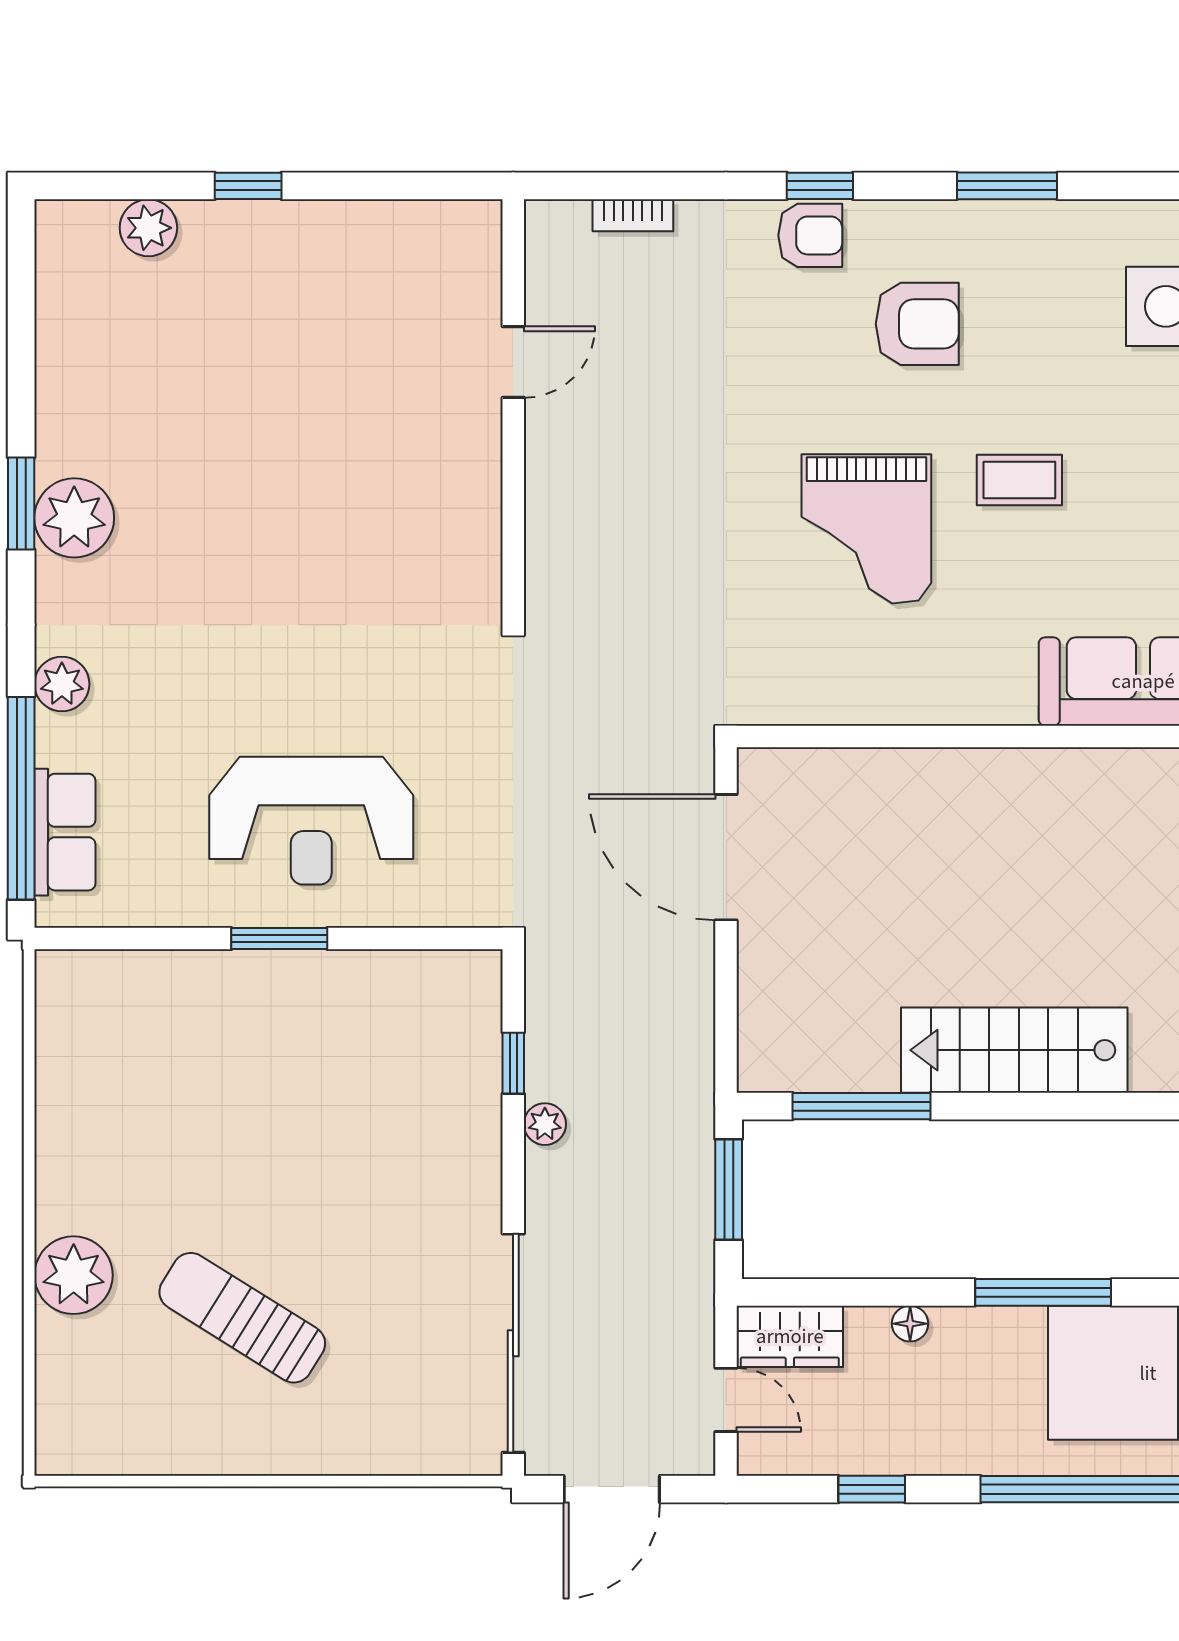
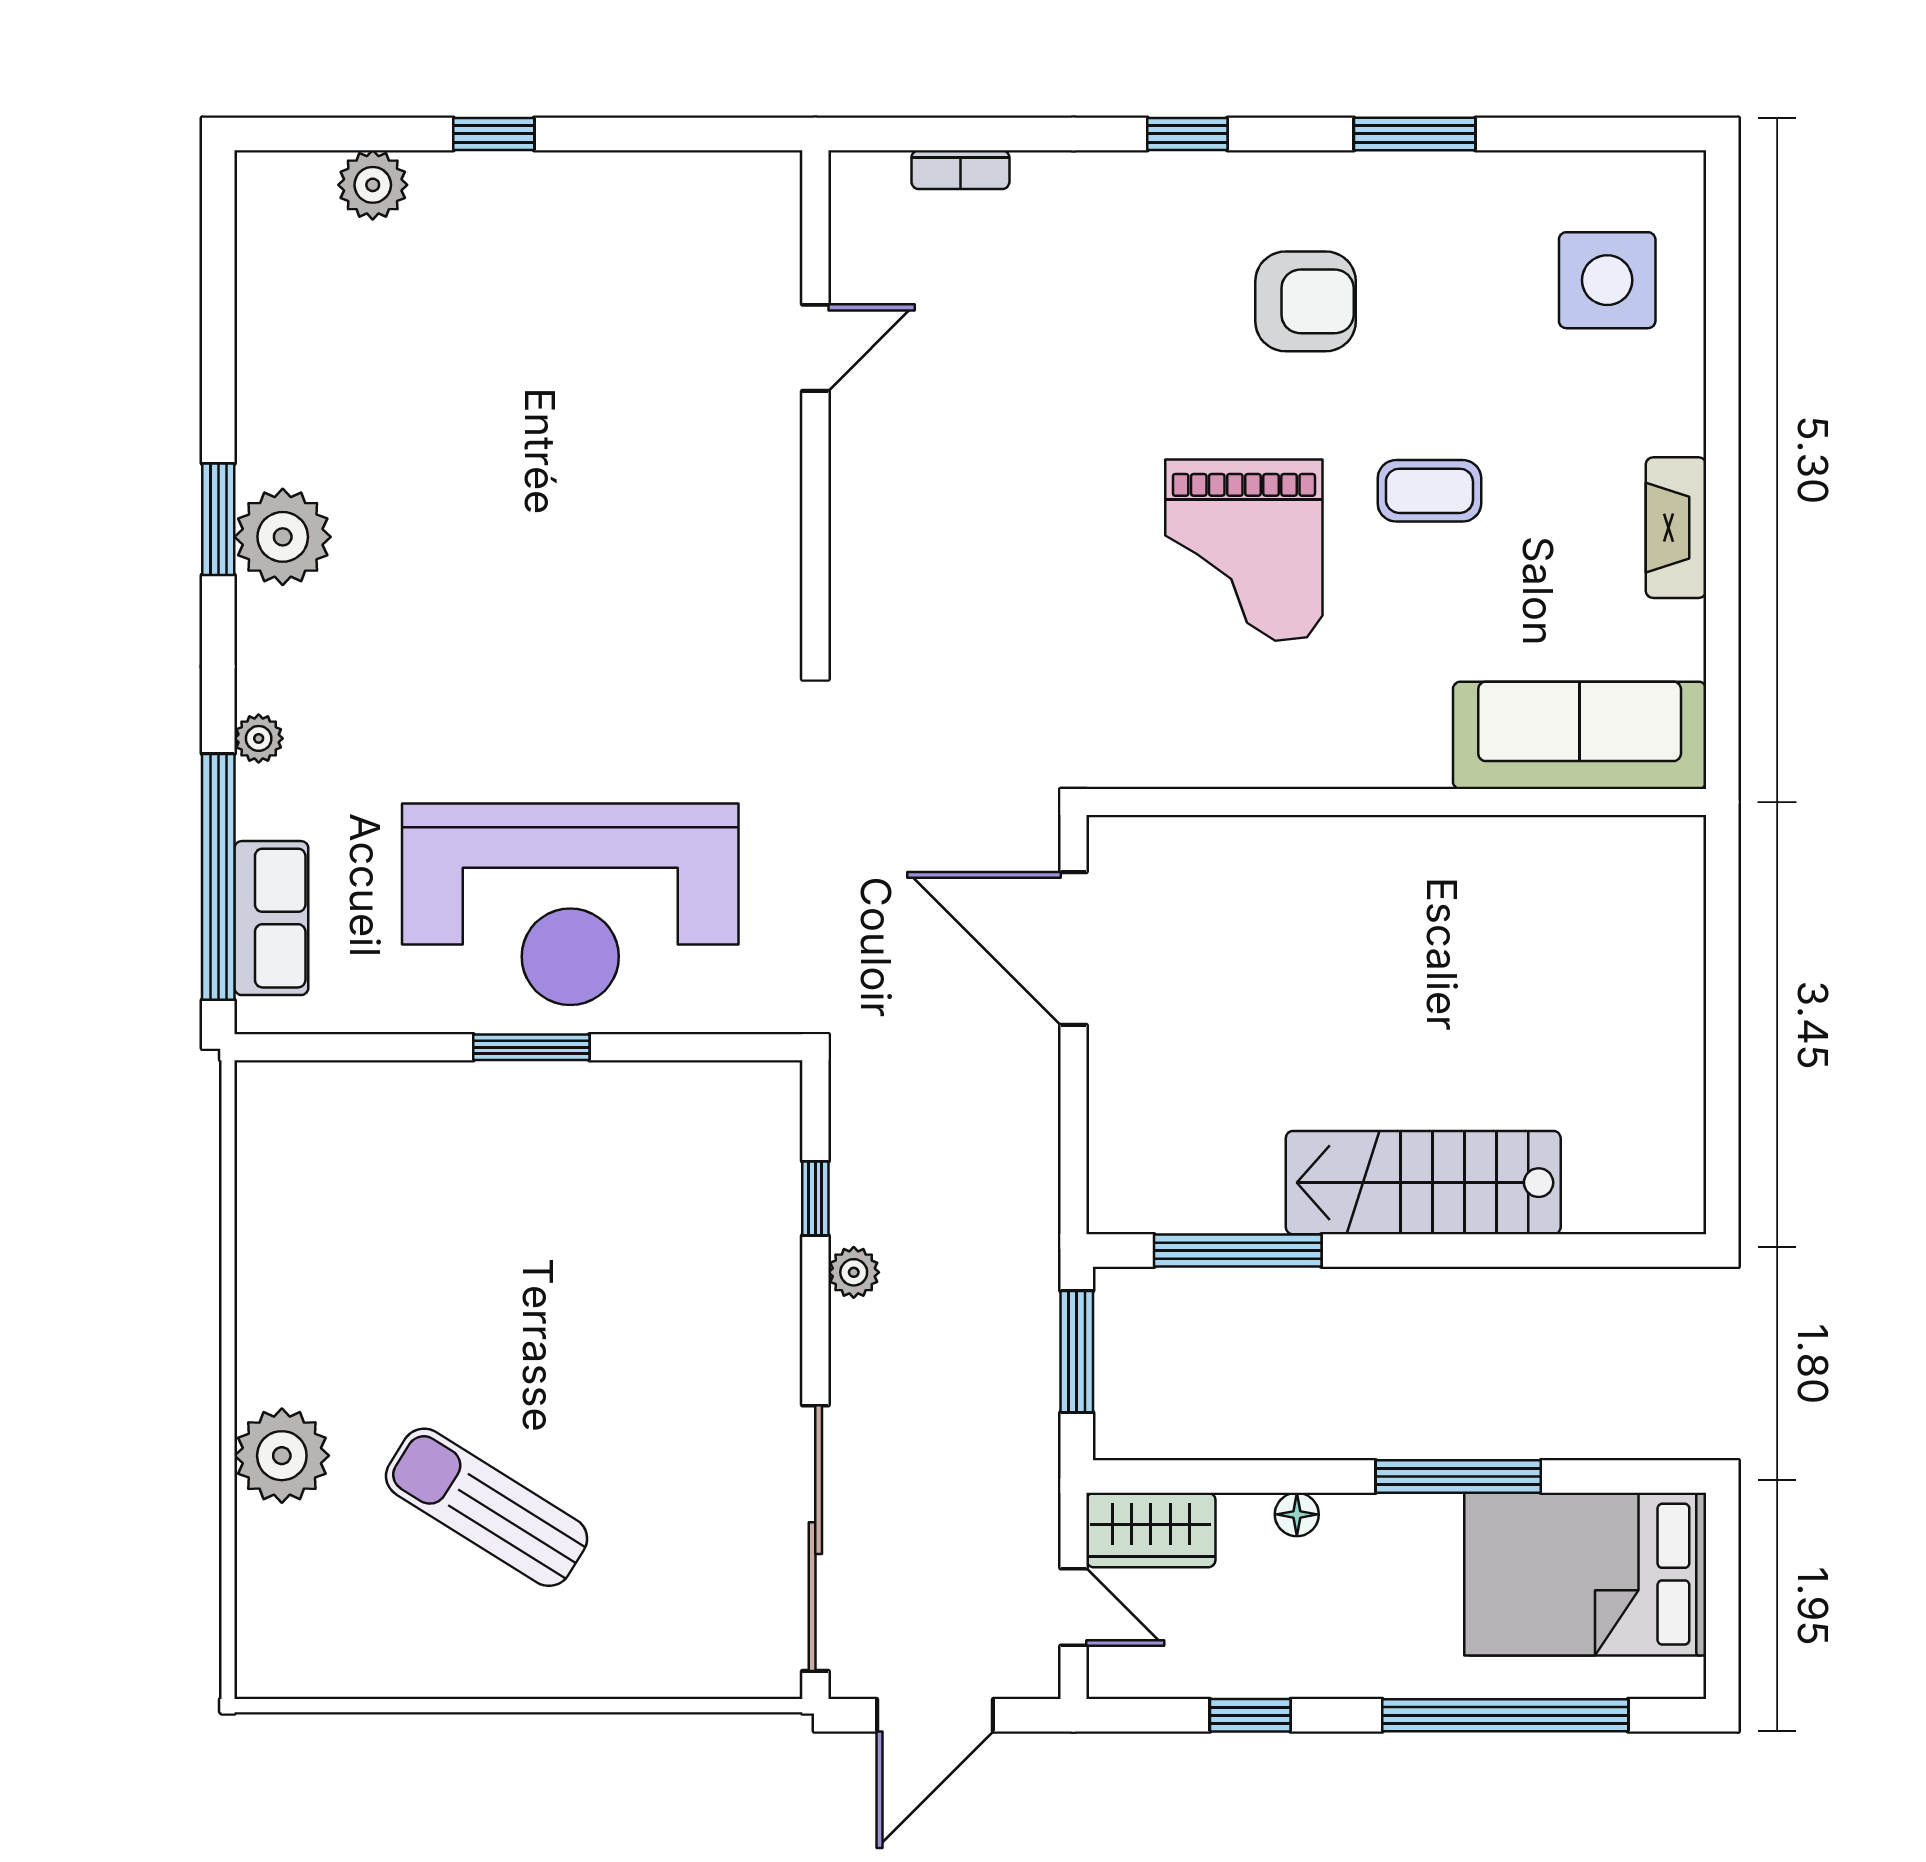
armchair: (810, 235) -> (1176, 194), removed
plant: (62, 684) -> (259, 738), width x0.73, depth x0.73
reception desk: (311, 821) -> (570, 904), width x1.36, depth x1.30

